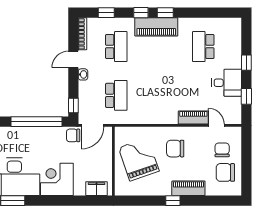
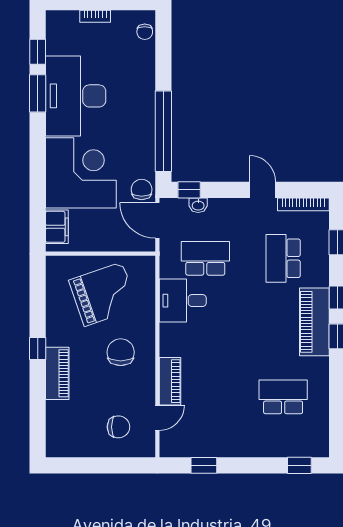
school desk: (116, 47) -> (283, 258), turned 90
window: (246, 63) -> (299, 465), moved
washbasin: (83, 74) -> (198, 205), moved
desk: (227, 83) -> (183, 301), moved, turned 90
school desk: (116, 95) -> (205, 258), turned 180
chair: (225, 172) -> (83, 432), removed
corner desk: (57, 179) -> (81, 173), width x1.36, depth x1.36

